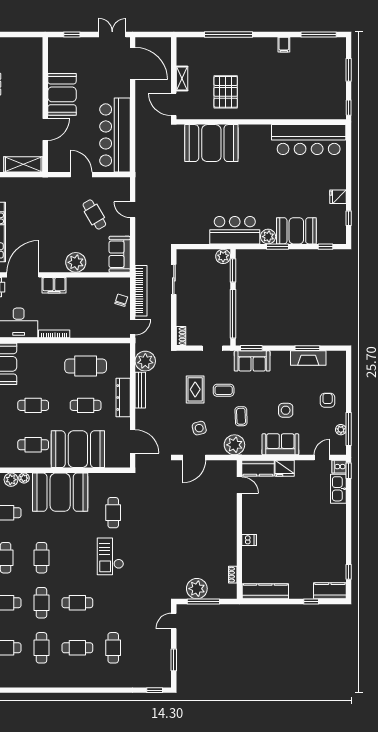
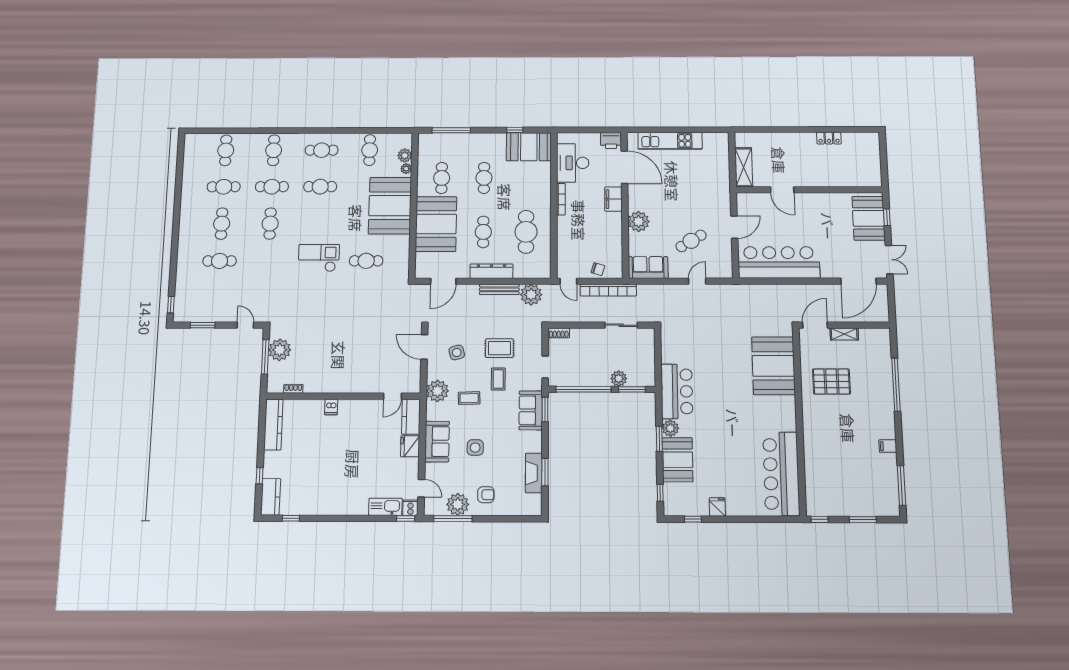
booth: (62, 94) -> (869, 218), moved, turned 90
plant: (223, 256) -> (619, 379), moved
plant: (341, 430) -> (458, 504), width x1.87, depth x1.87

